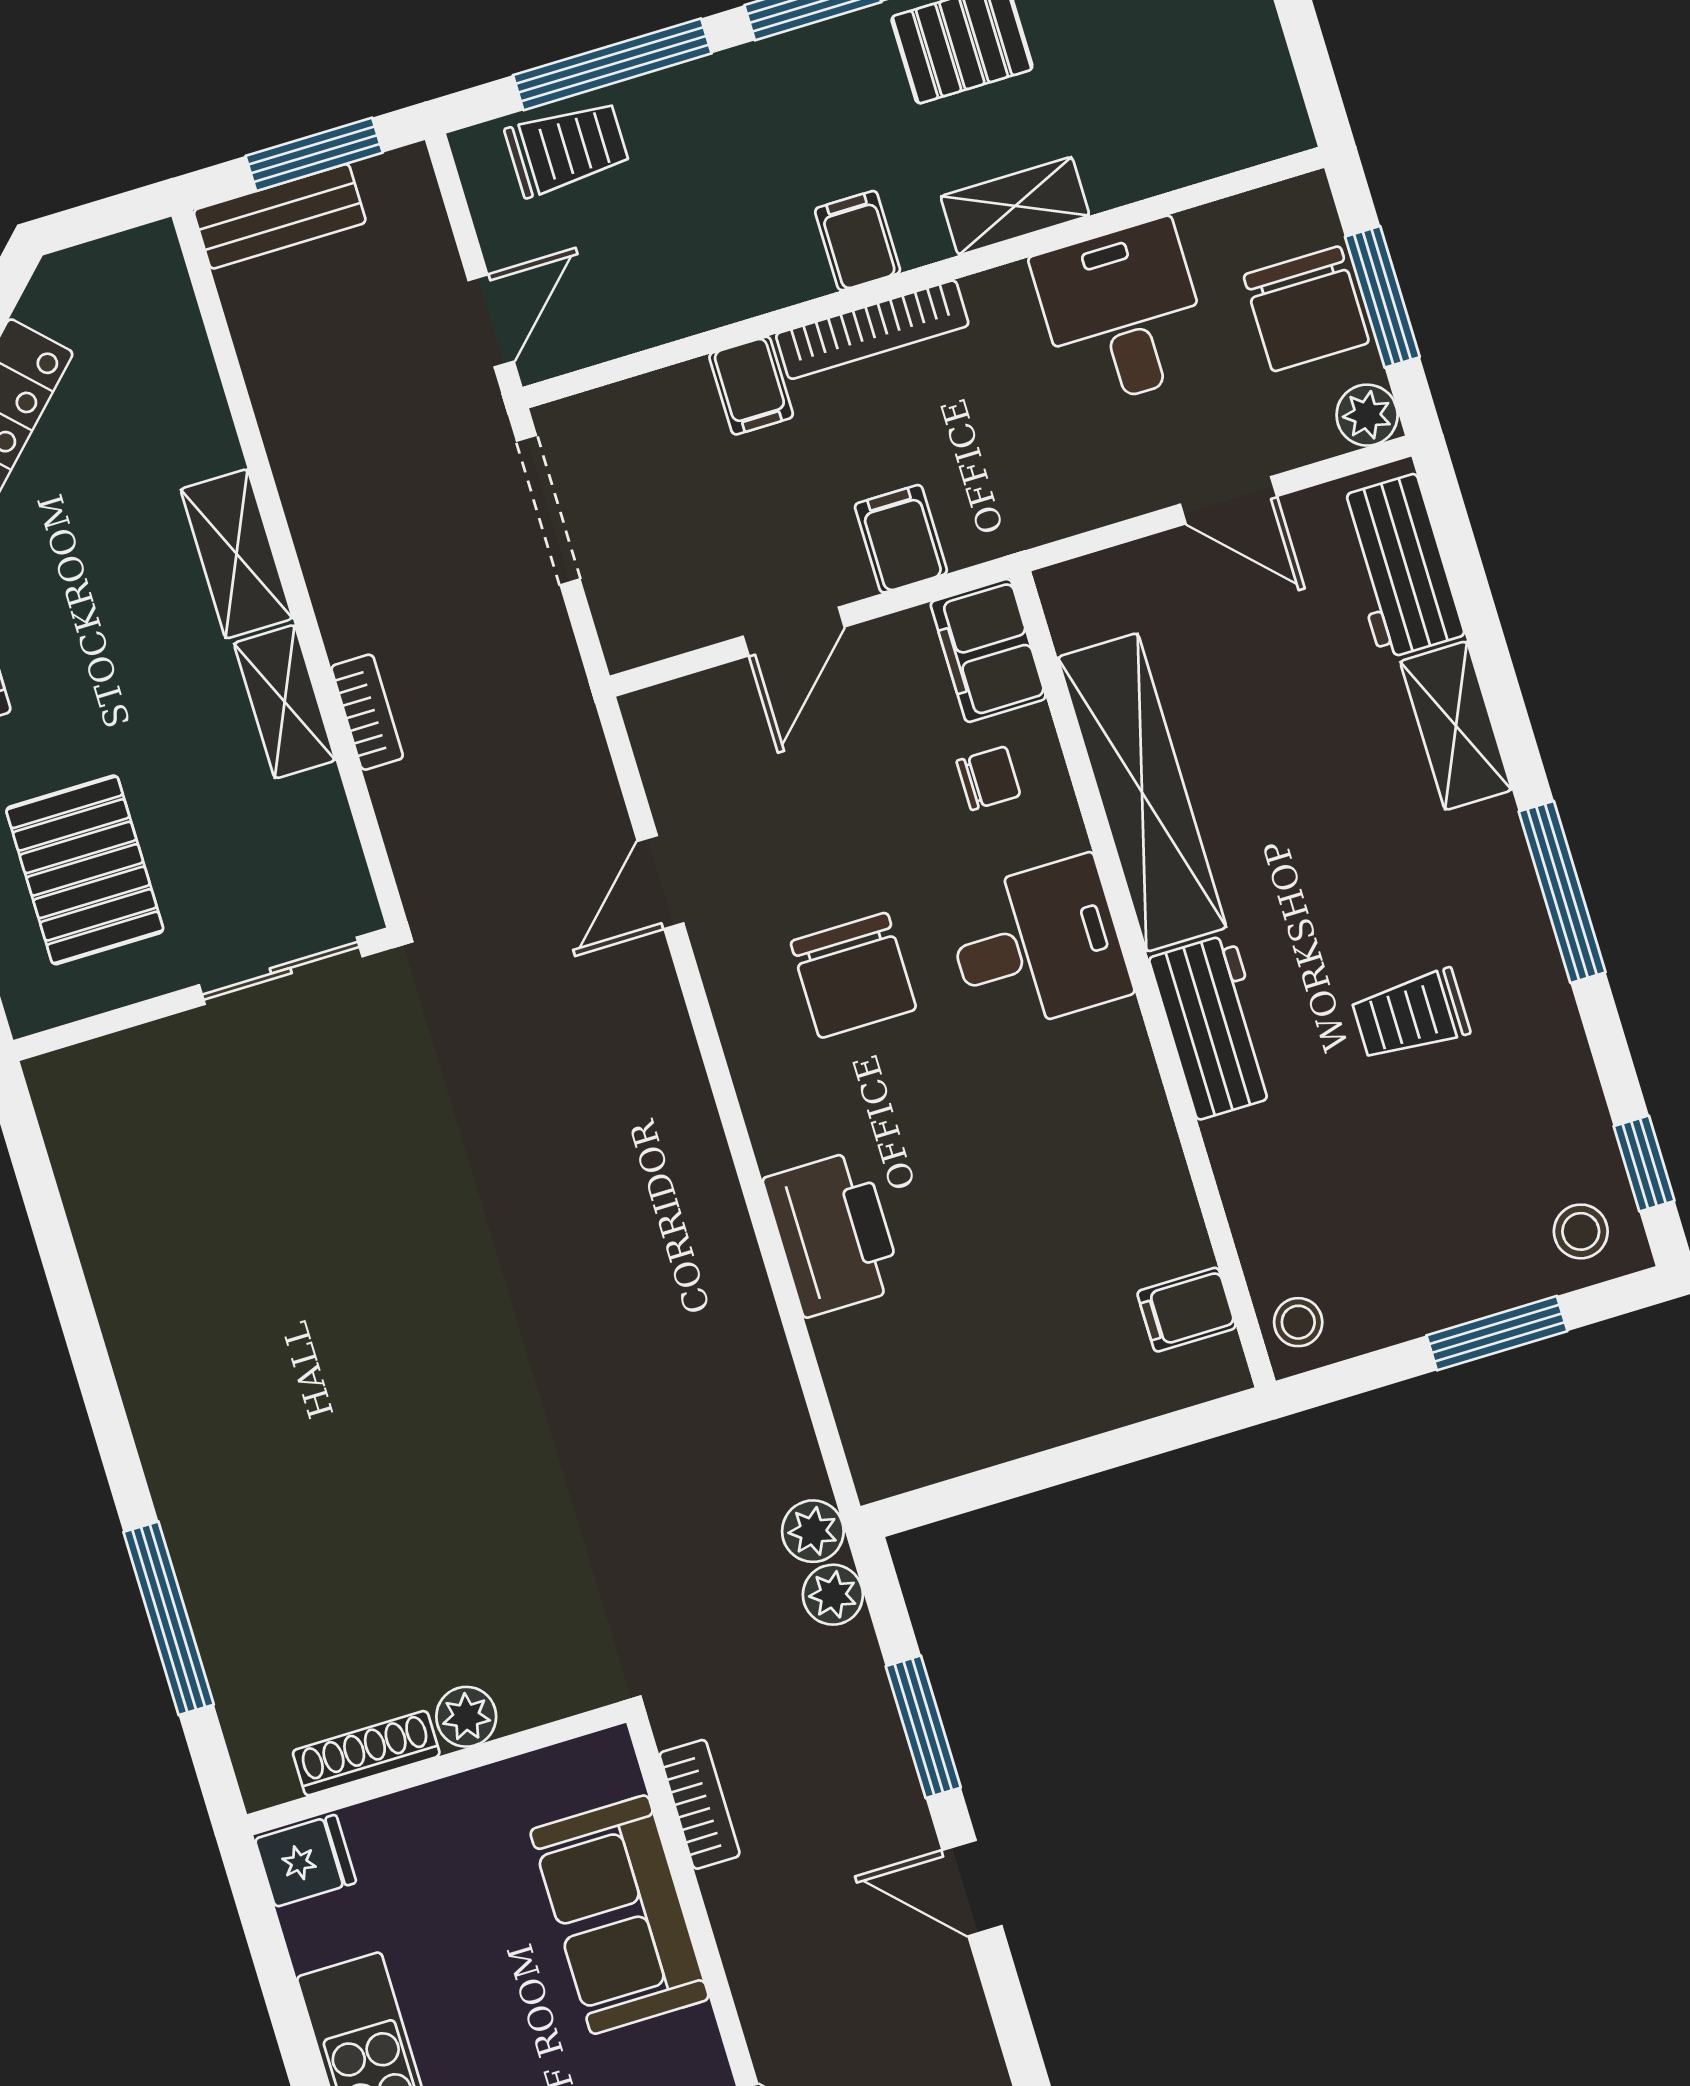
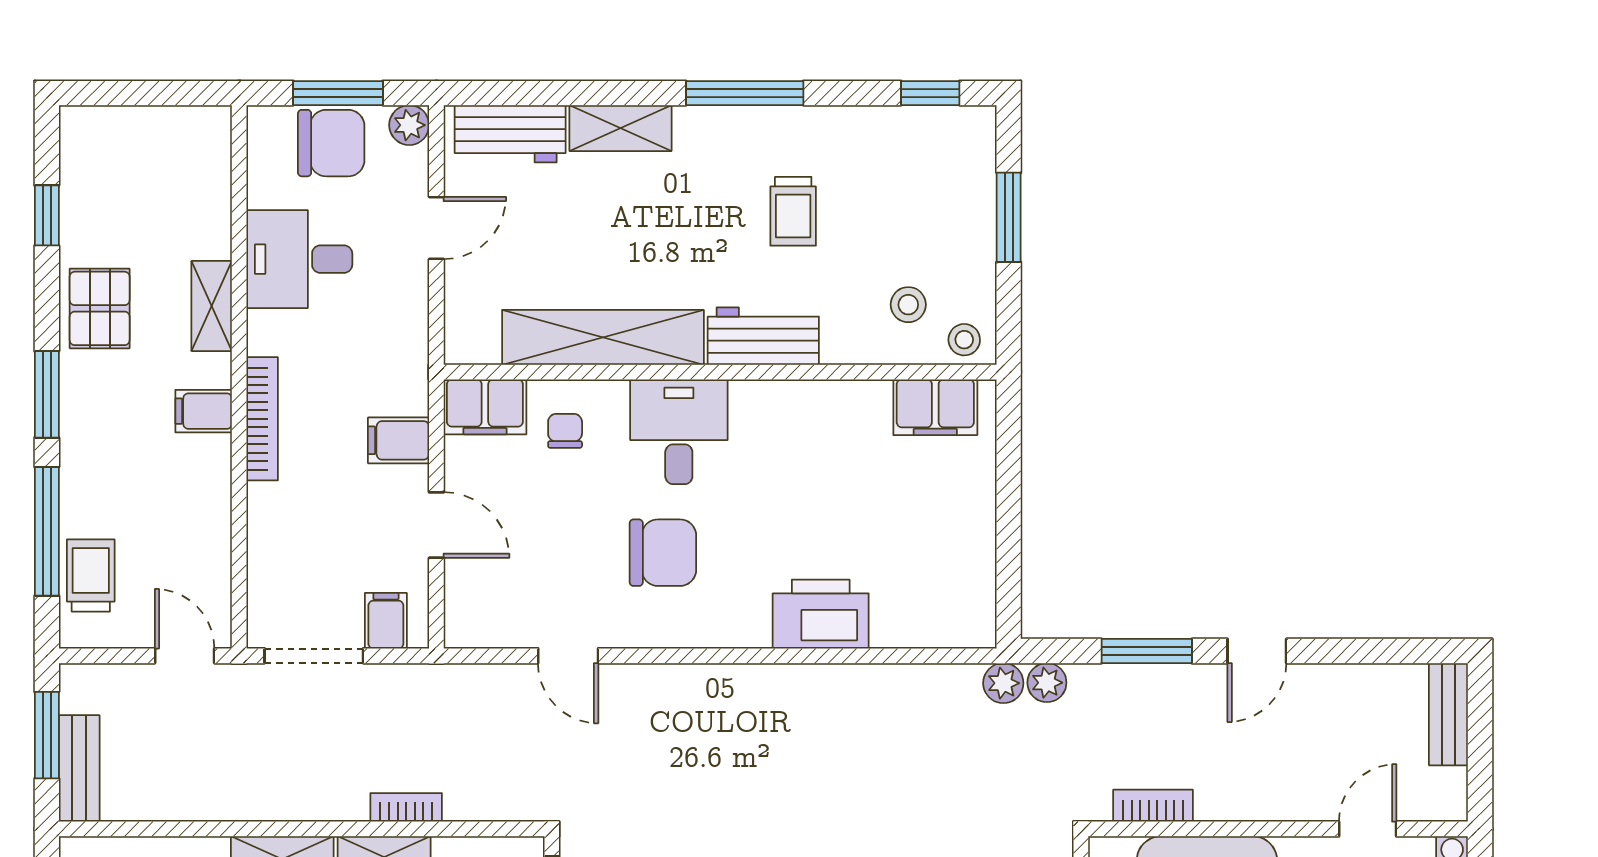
filing cabinet: (751, 386) -> (386, 621), moved, turned -90
stool: (1581, 1231) -> (908, 305), moved
filing cabinet: (1187, 1310) -> (935, 407), width x2.00

